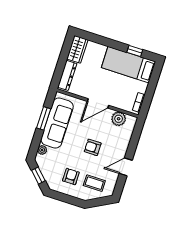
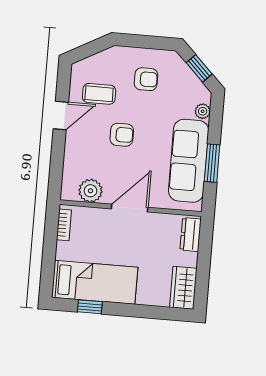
dresser: (67, 75) -> (191, 235), width x0.70
armchair: (71, 176) -> (146, 79), turned -90
coffee table: (94, 183) -> (99, 94), moved

